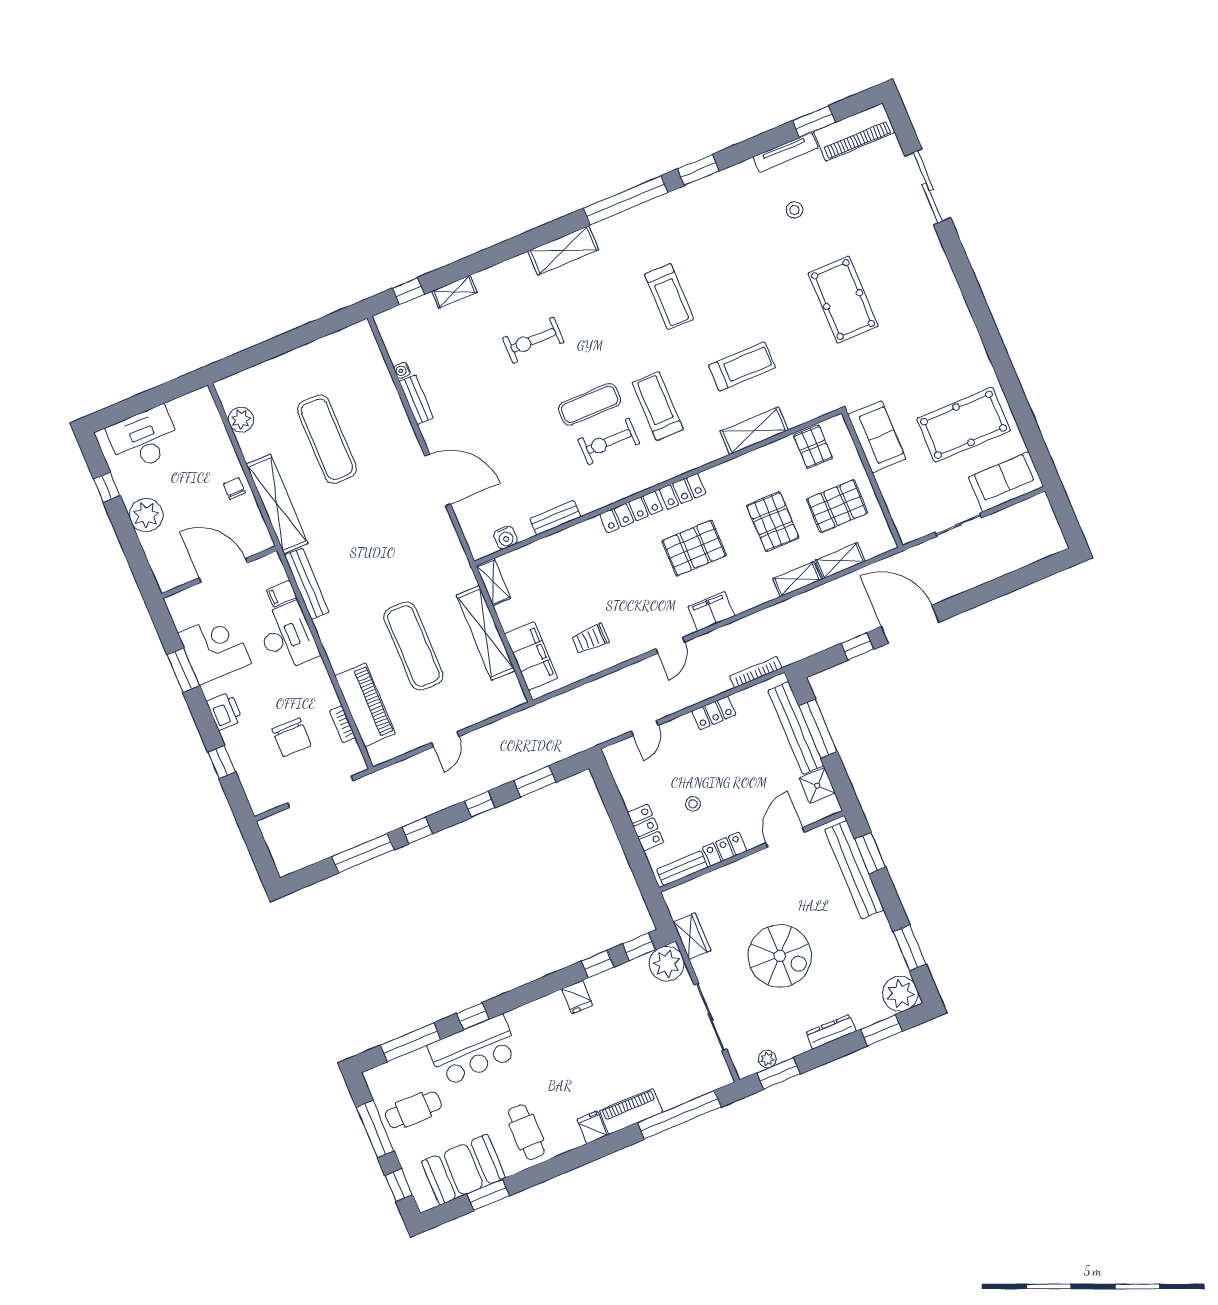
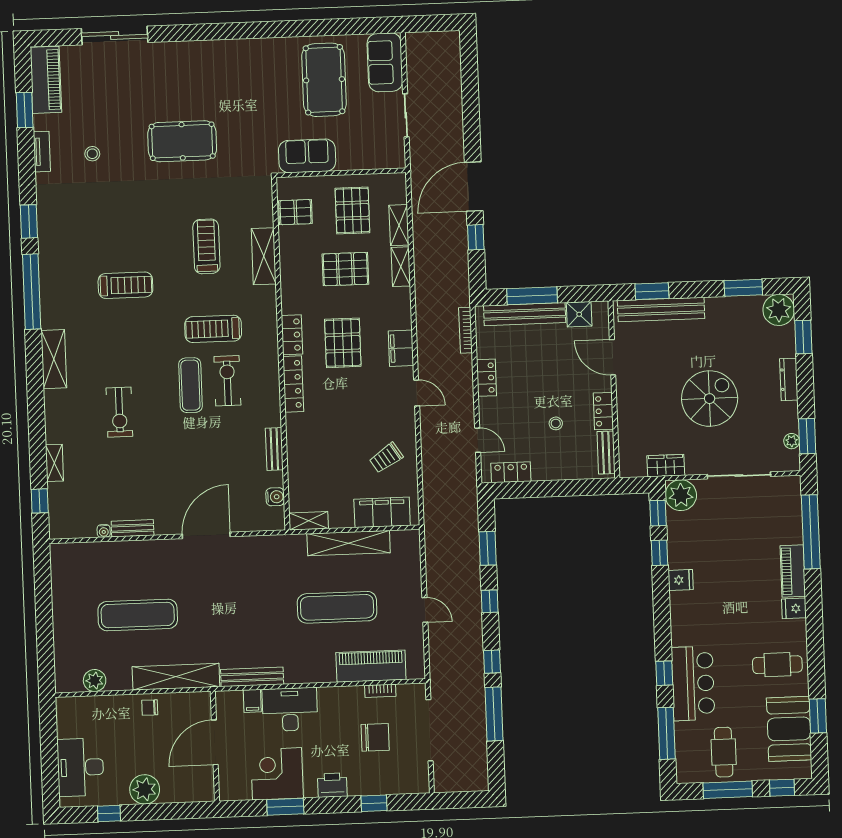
tv unit: (785, 152) -> (42, 152), width x0.71
exercise bike: (609, 441) -> (227, 381), turned 180
trolley: (590, 639) -> (386, 458), turned 57
locker: (646, 827) -> (511, 472), moved

